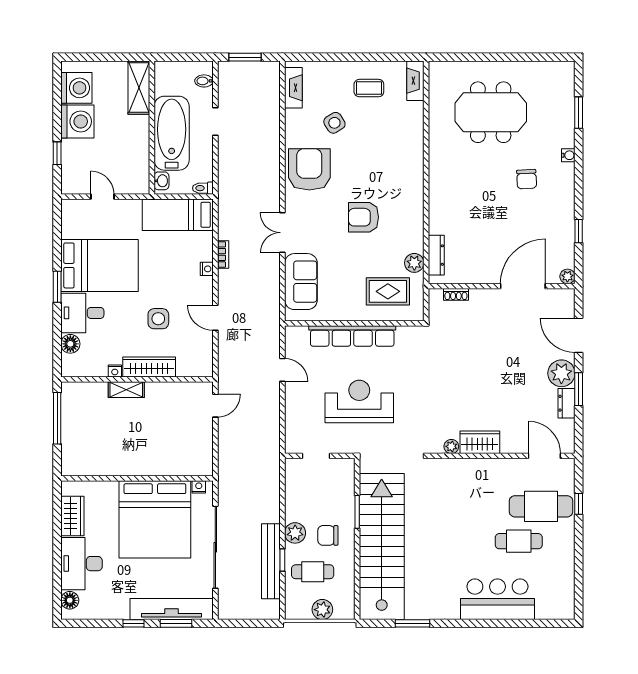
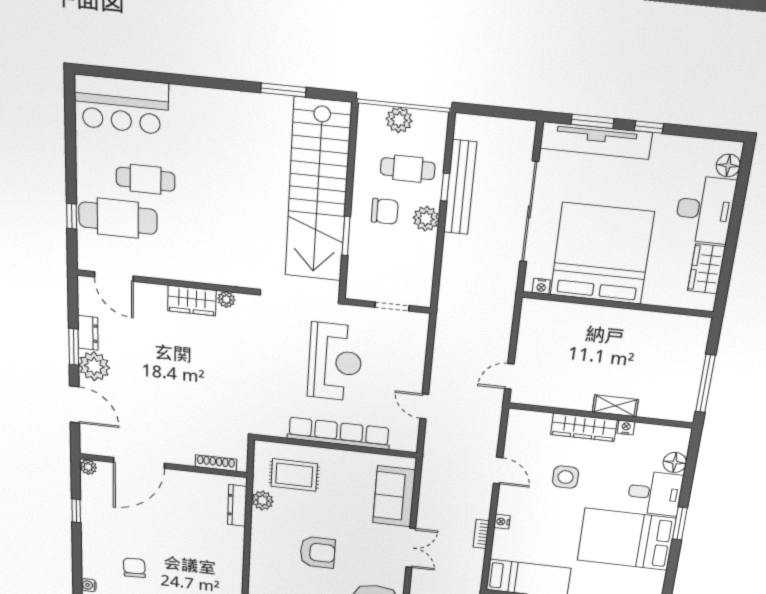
shoe rack: (456, 294) -> (216, 463), width x1.43
reception desk: (359, 401) -> (335, 362), turned -90
bar counter: (497, 599) -> (121, 105), moved

